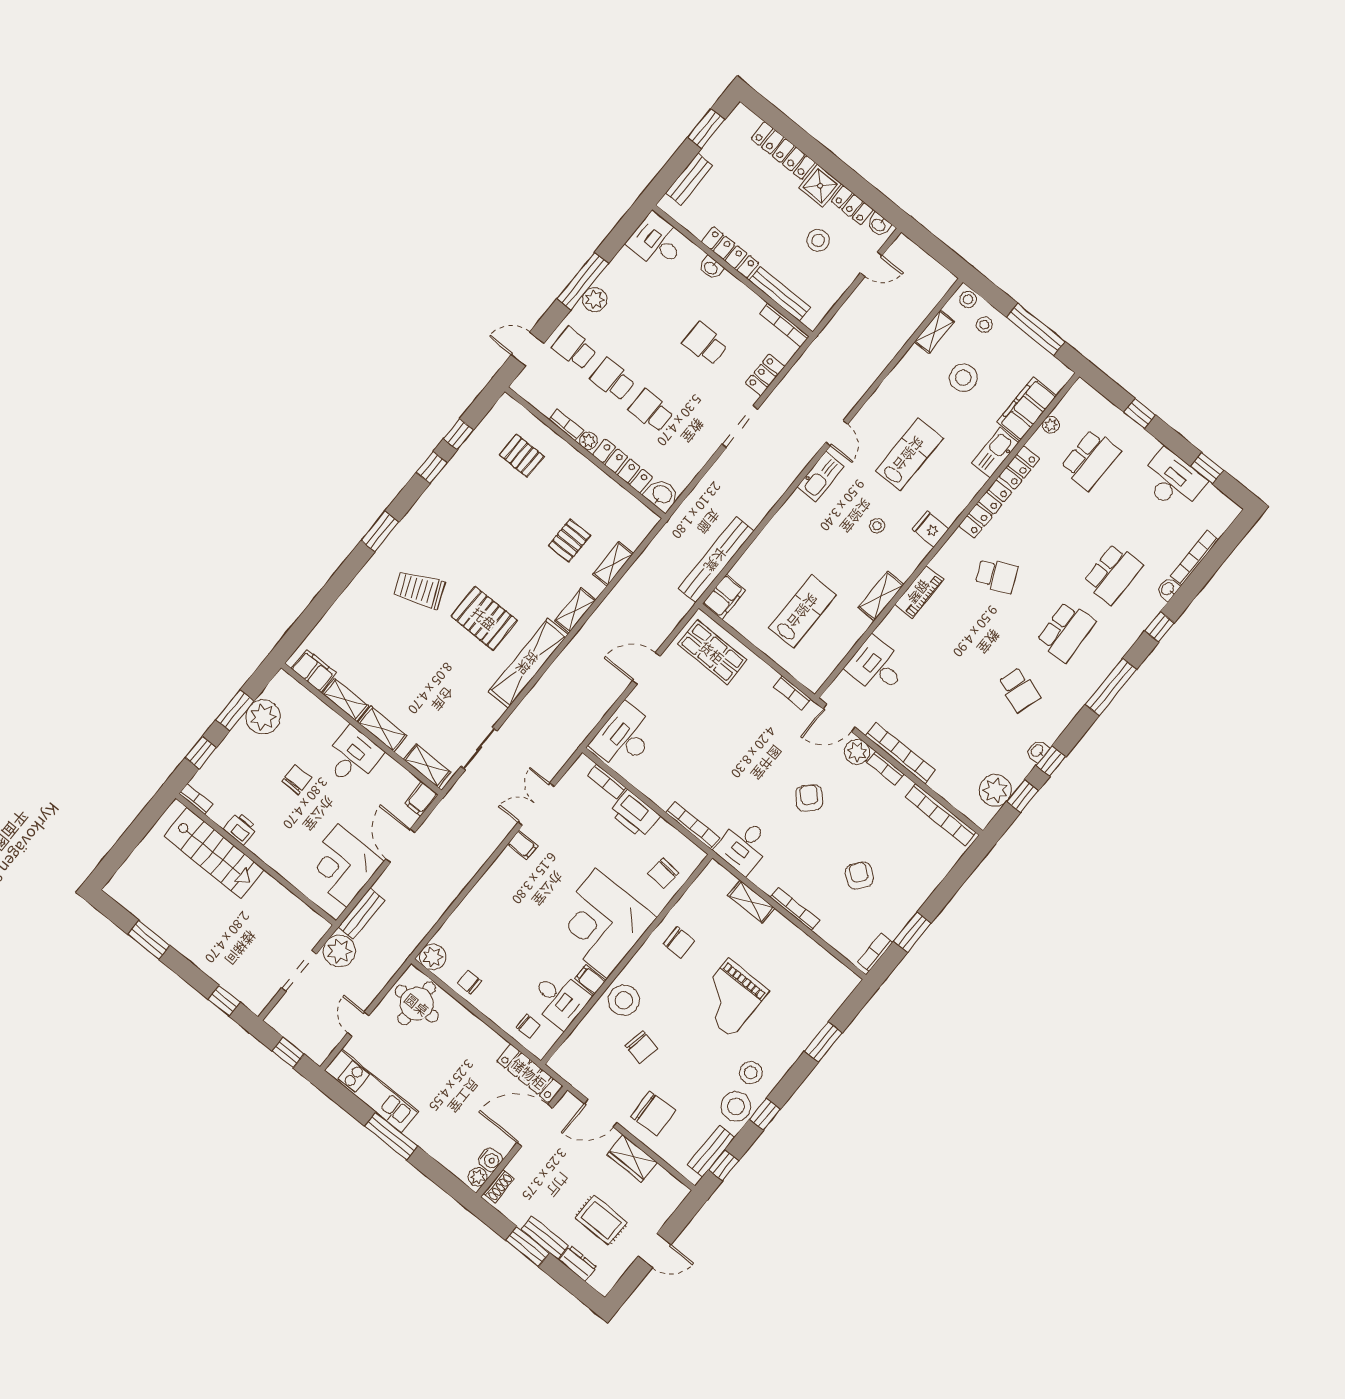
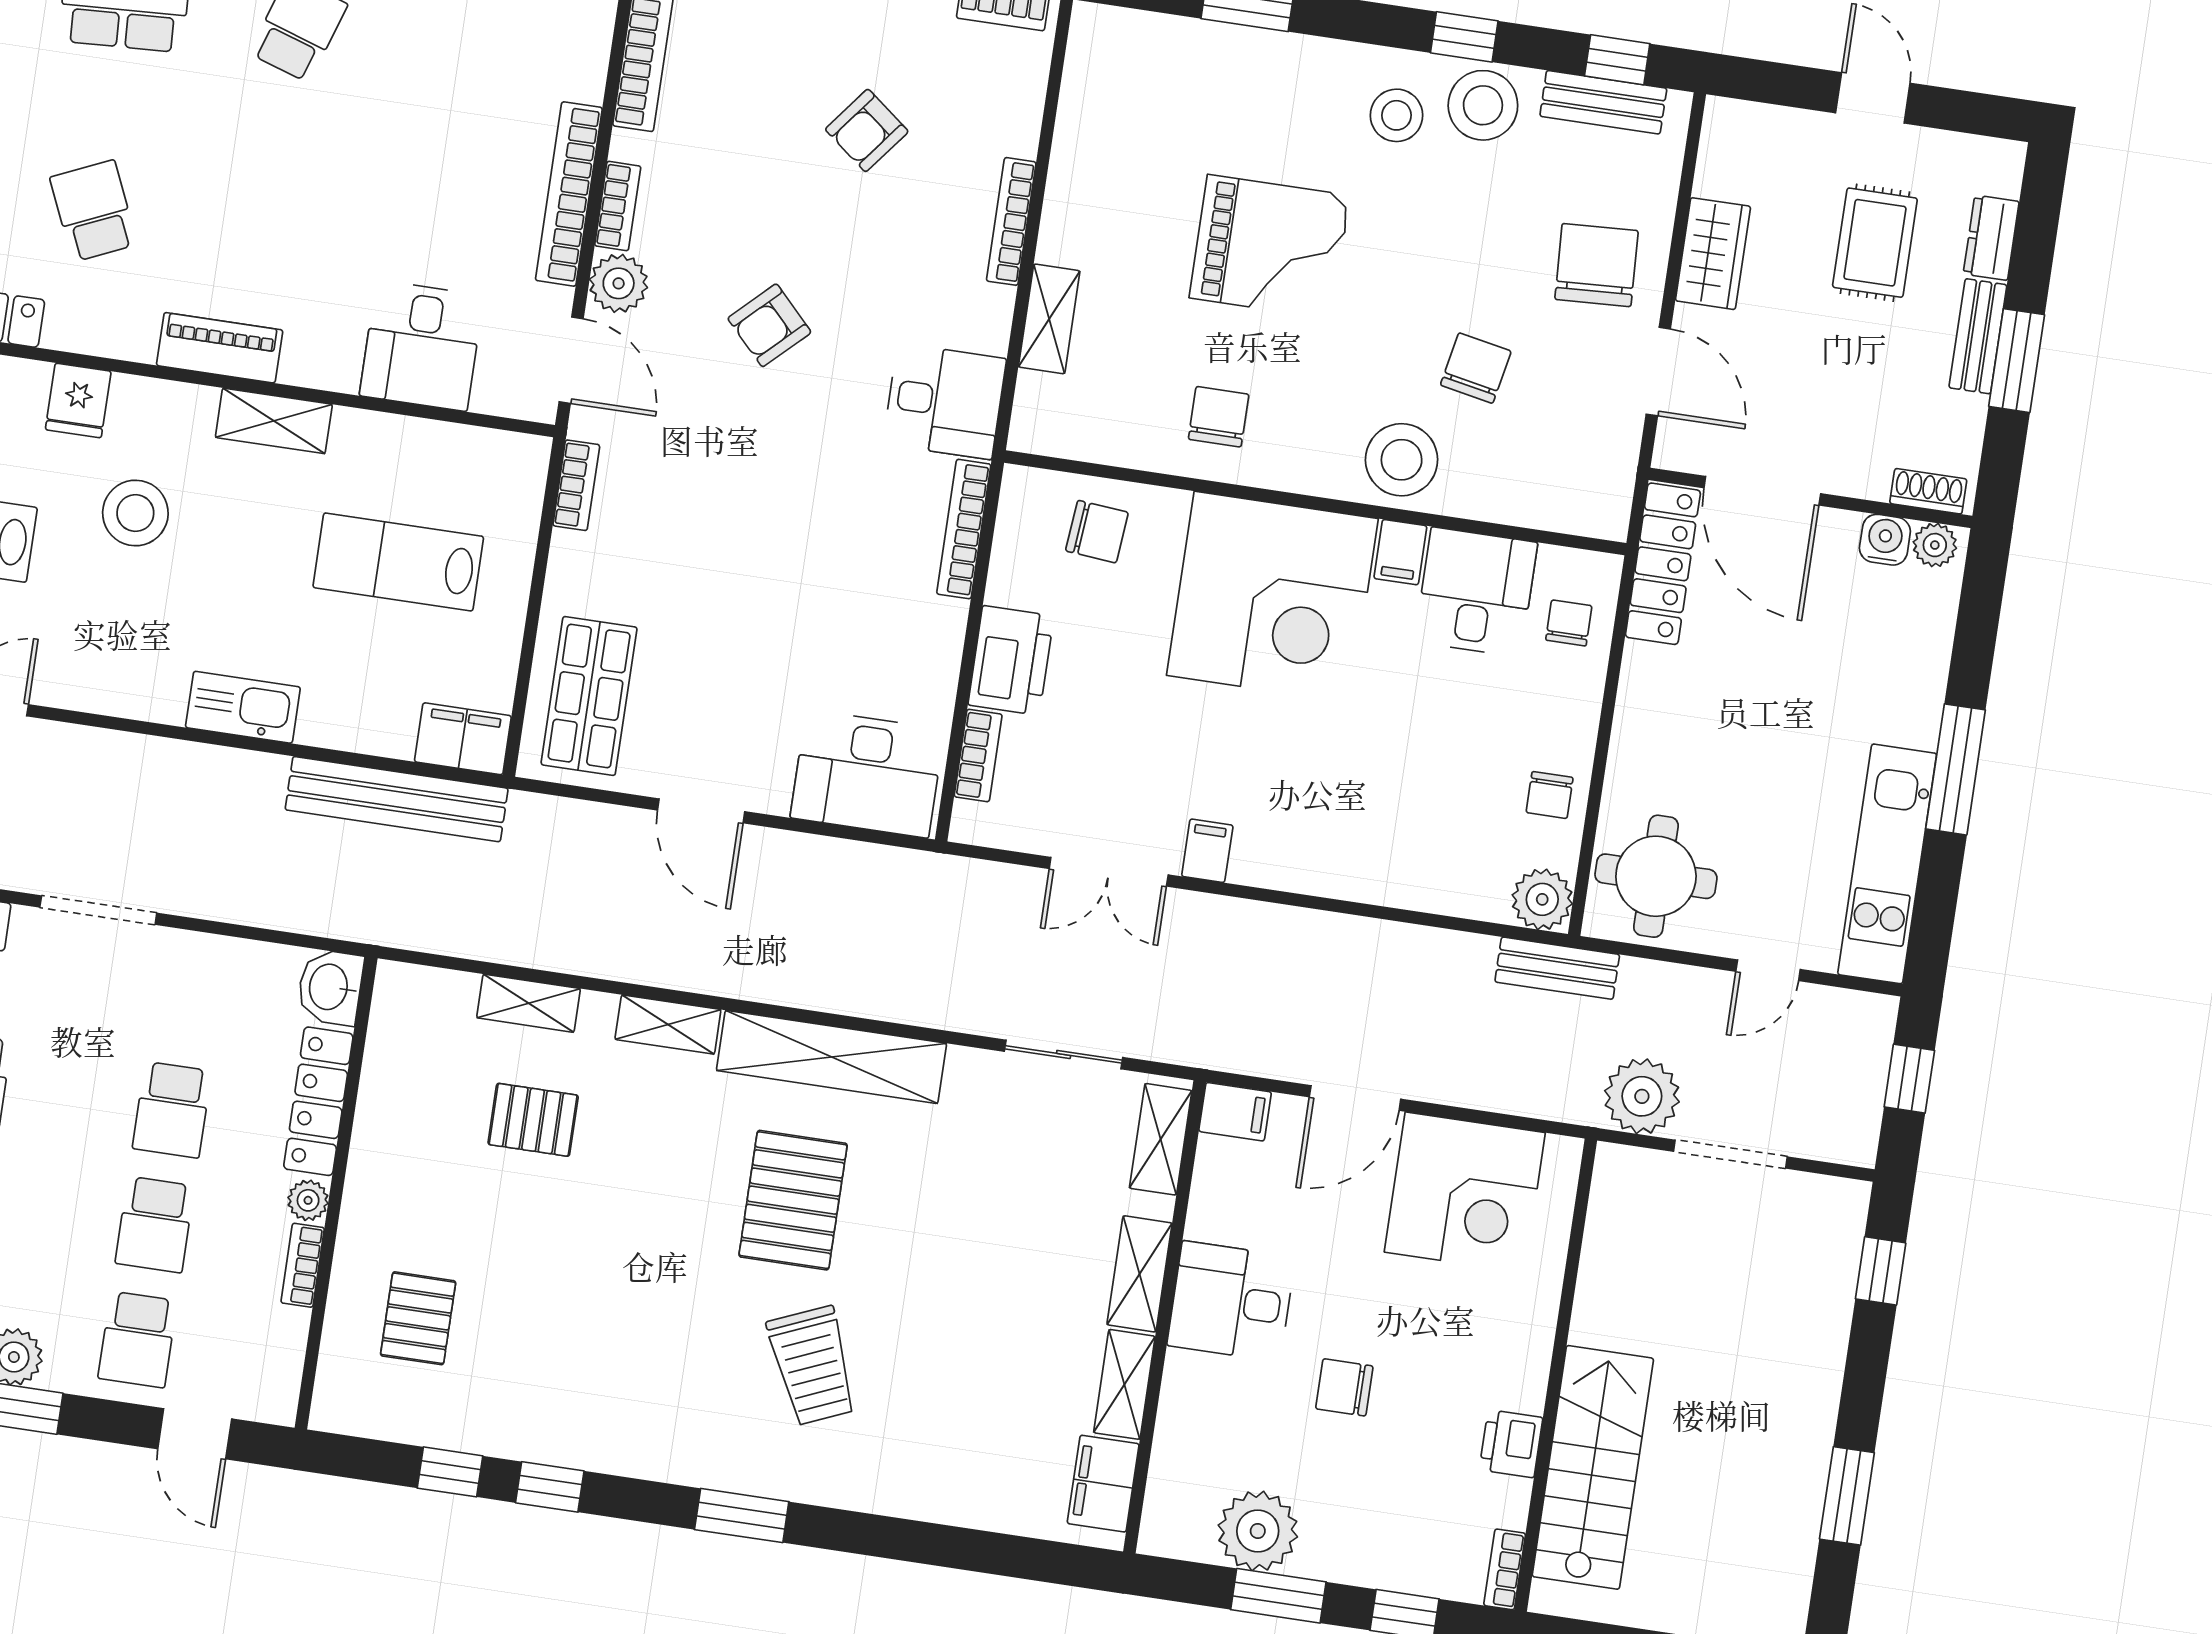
kitchen sink: (821, 477) -> (243, 707), moved
stool: (877, 526) -> (135, 513), width x1.89, depth x1.89
bench: (361, 913) -> (1557, 968), moved

